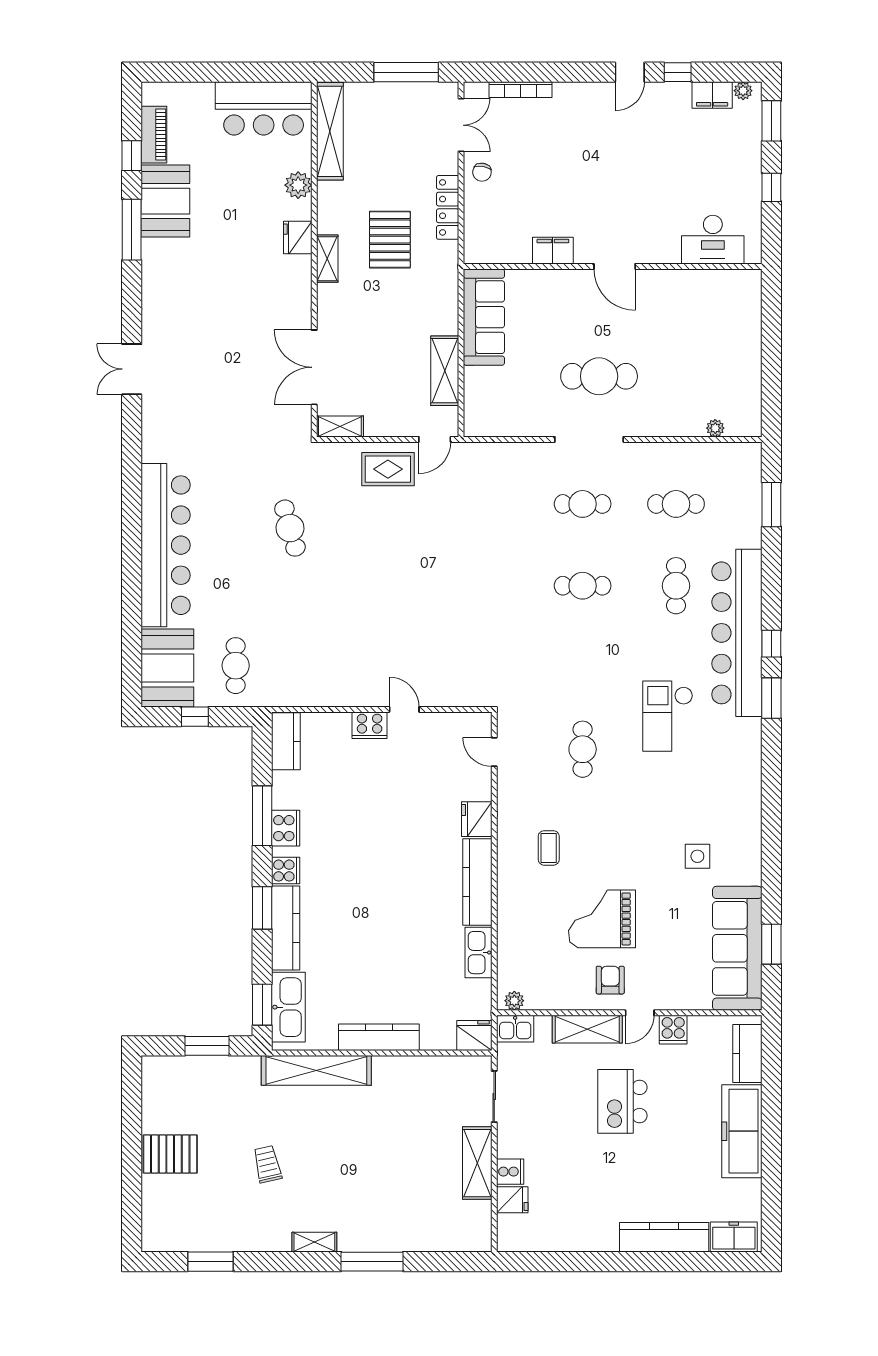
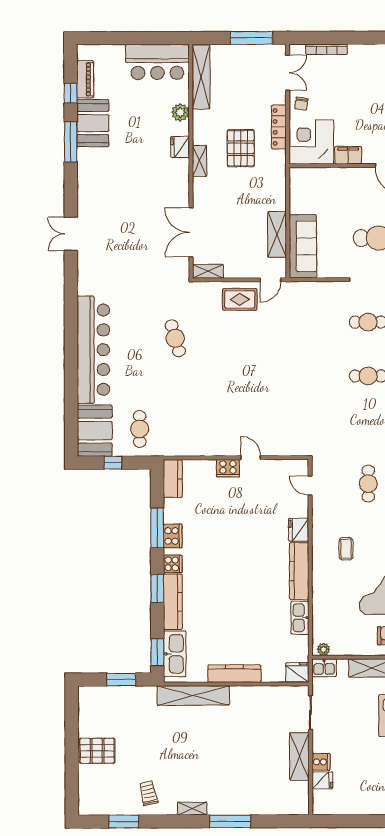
corner desk: (497, 230) -> (311, 142), added
sofa: (484, 317) -> (303, 246), moved
trolley: (267, 1164) -> (148, 793), moved

